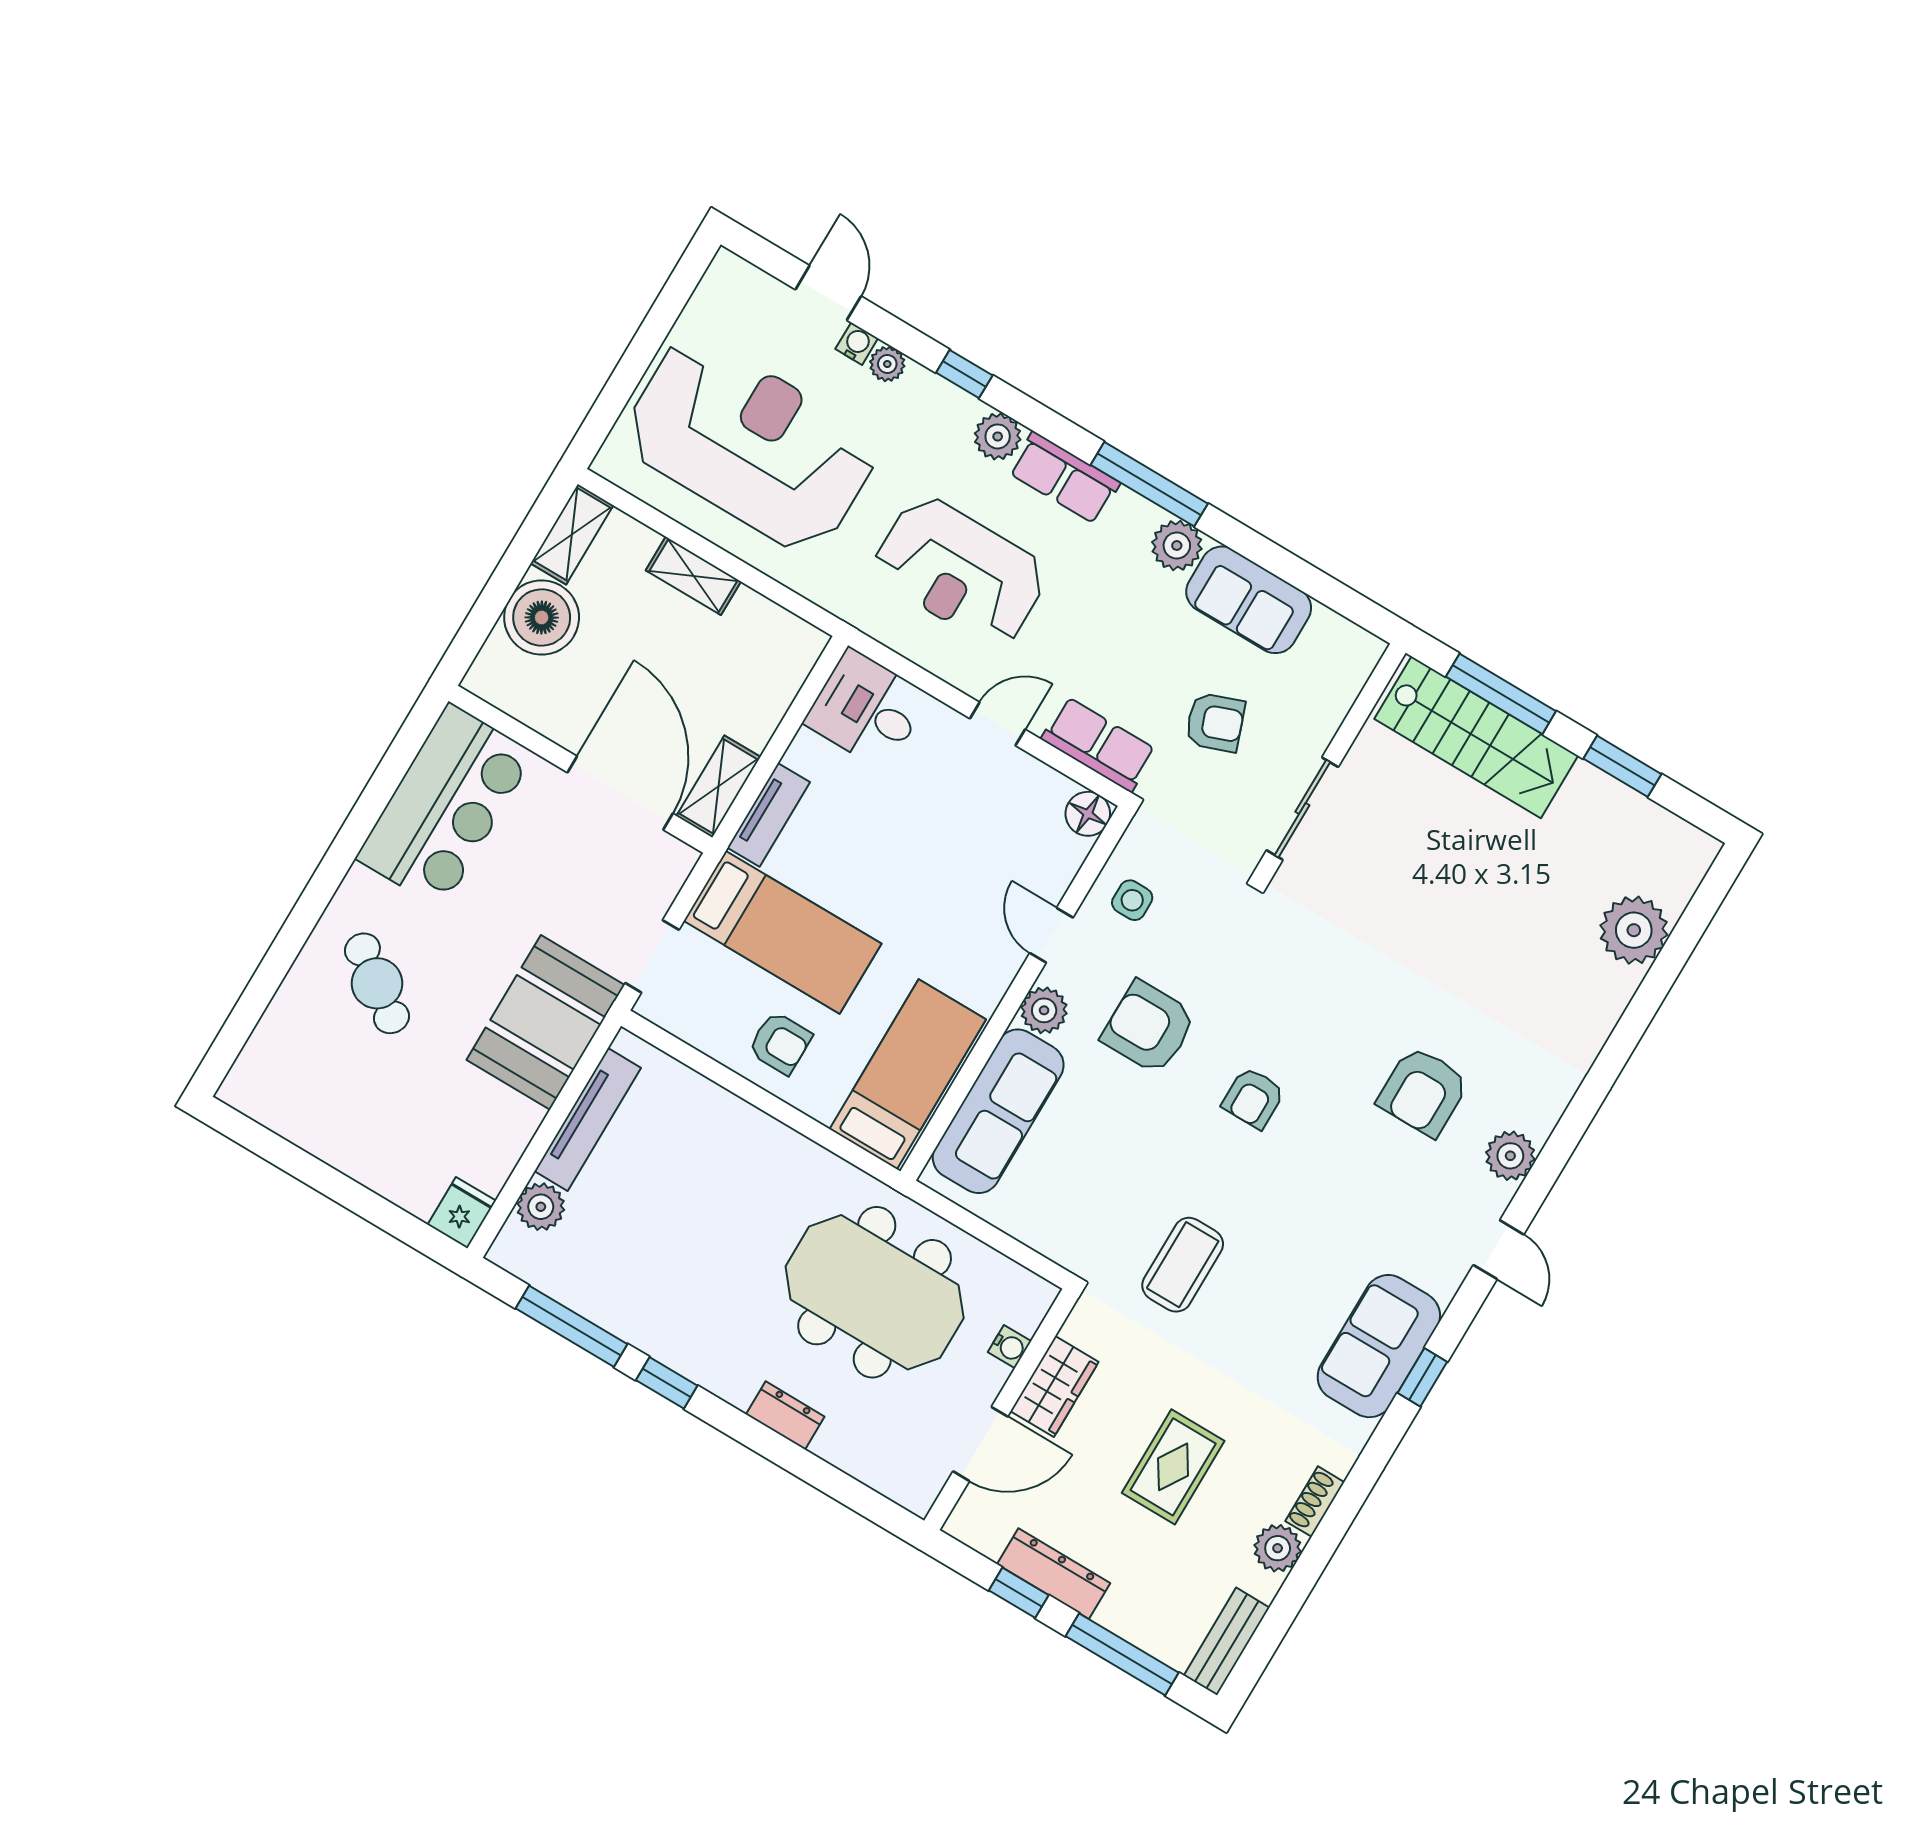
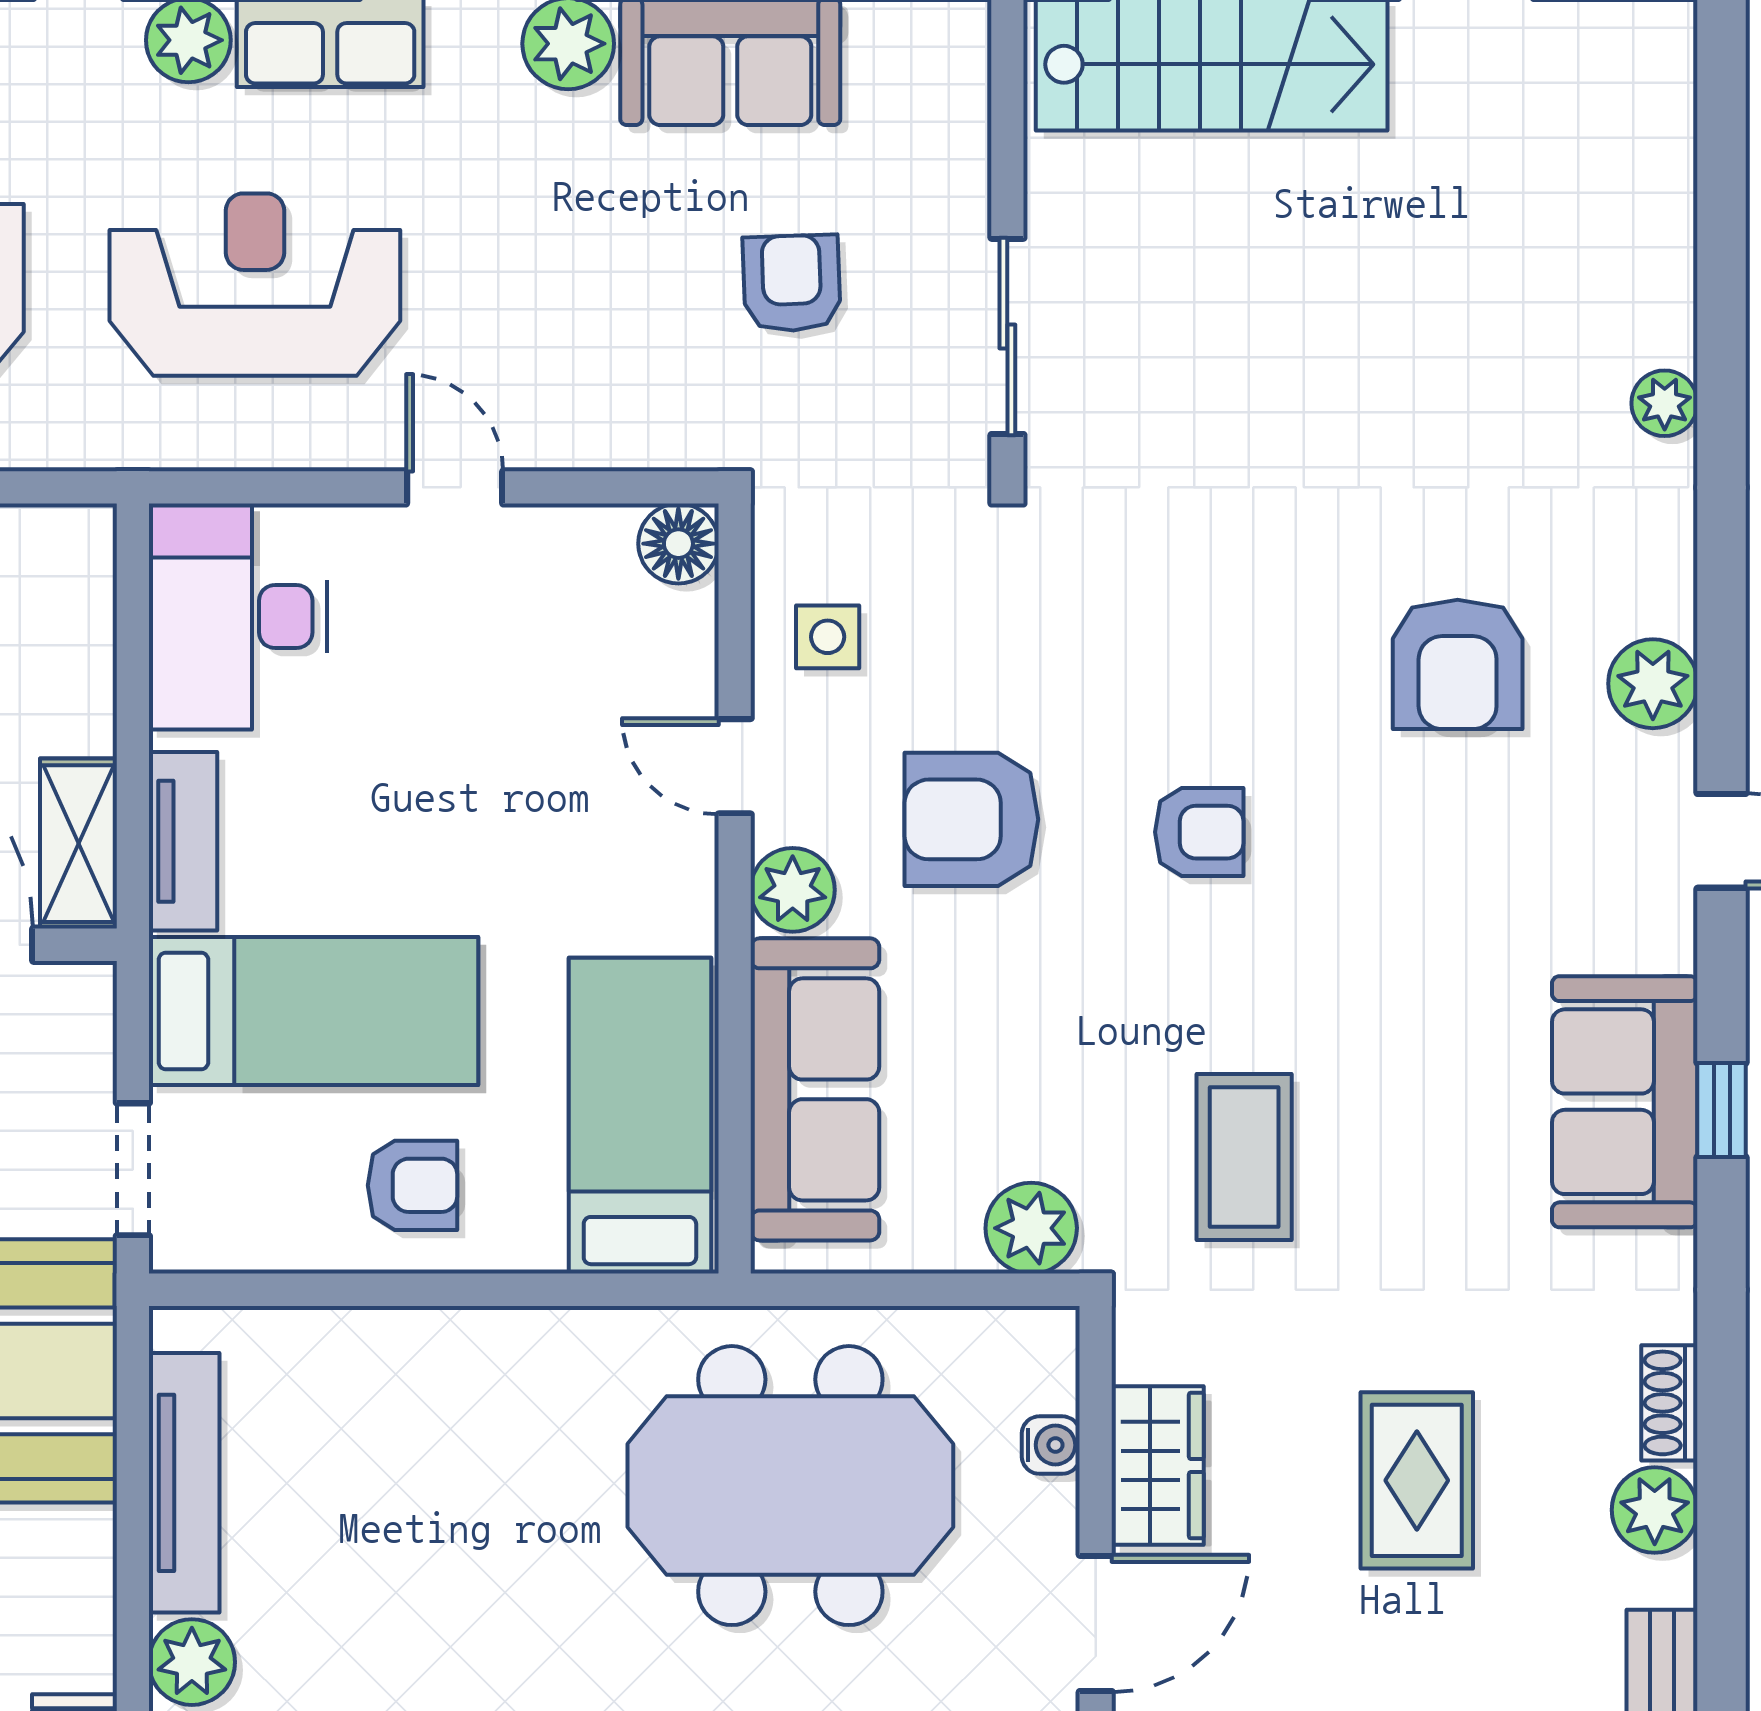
reception desk: (960, 571) -> (255, 285), turned 180
desk: (867, 709) -> (238, 617), width x1.37
armchair: (1215, 722) -> (792, 283), turned -72
door: (997, 724) -> (455, 487), hinge flipped
row of seats: (1099, 744) -> (631, 425), removed
plant: (1634, 930) -> (1665, 403), moved, width x0.53, depth x0.53
armchair: (1253, 1098) -> (1199, 832), turned -90
plant: (1062, 1238) -> (1031, 1228), added

